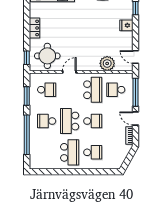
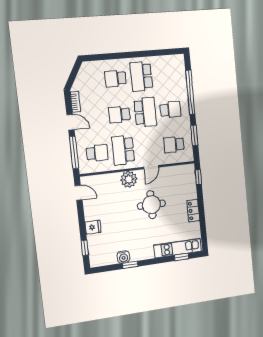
round table: (47, 56) -> (151, 205), moved
plant: (107, 63) -> (129, 179), moved

